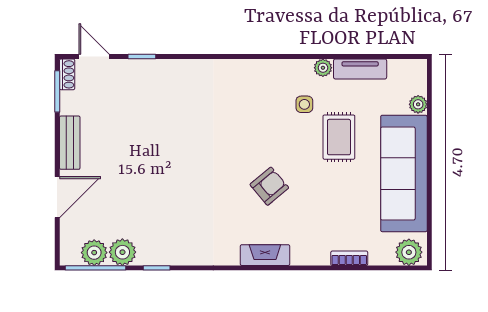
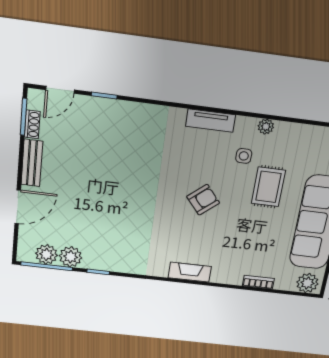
door: (94, 57) -> (60, 90), swing flipped
tv unit: (360, 69) -> (211, 121), moved
shoe rack: (67, 74) -> (32, 124), moved
armchair: (269, 186) -> (203, 200), moved

